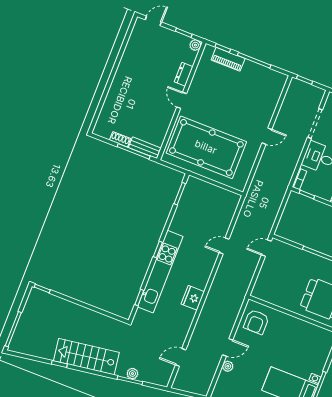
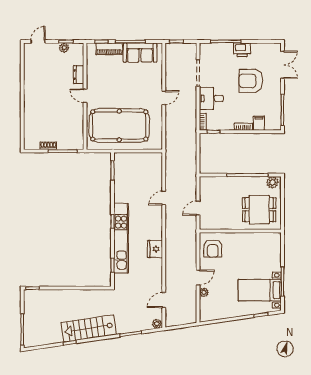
plant: (195, 45) -> (64, 48), moved
sofa: (260, 77) -> (140, 53), added
bench: (145, 148) -> (70, 145), removed
door: (266, 248) -> (198, 208), moved
plant: (132, 374) -> (157, 324), moved

